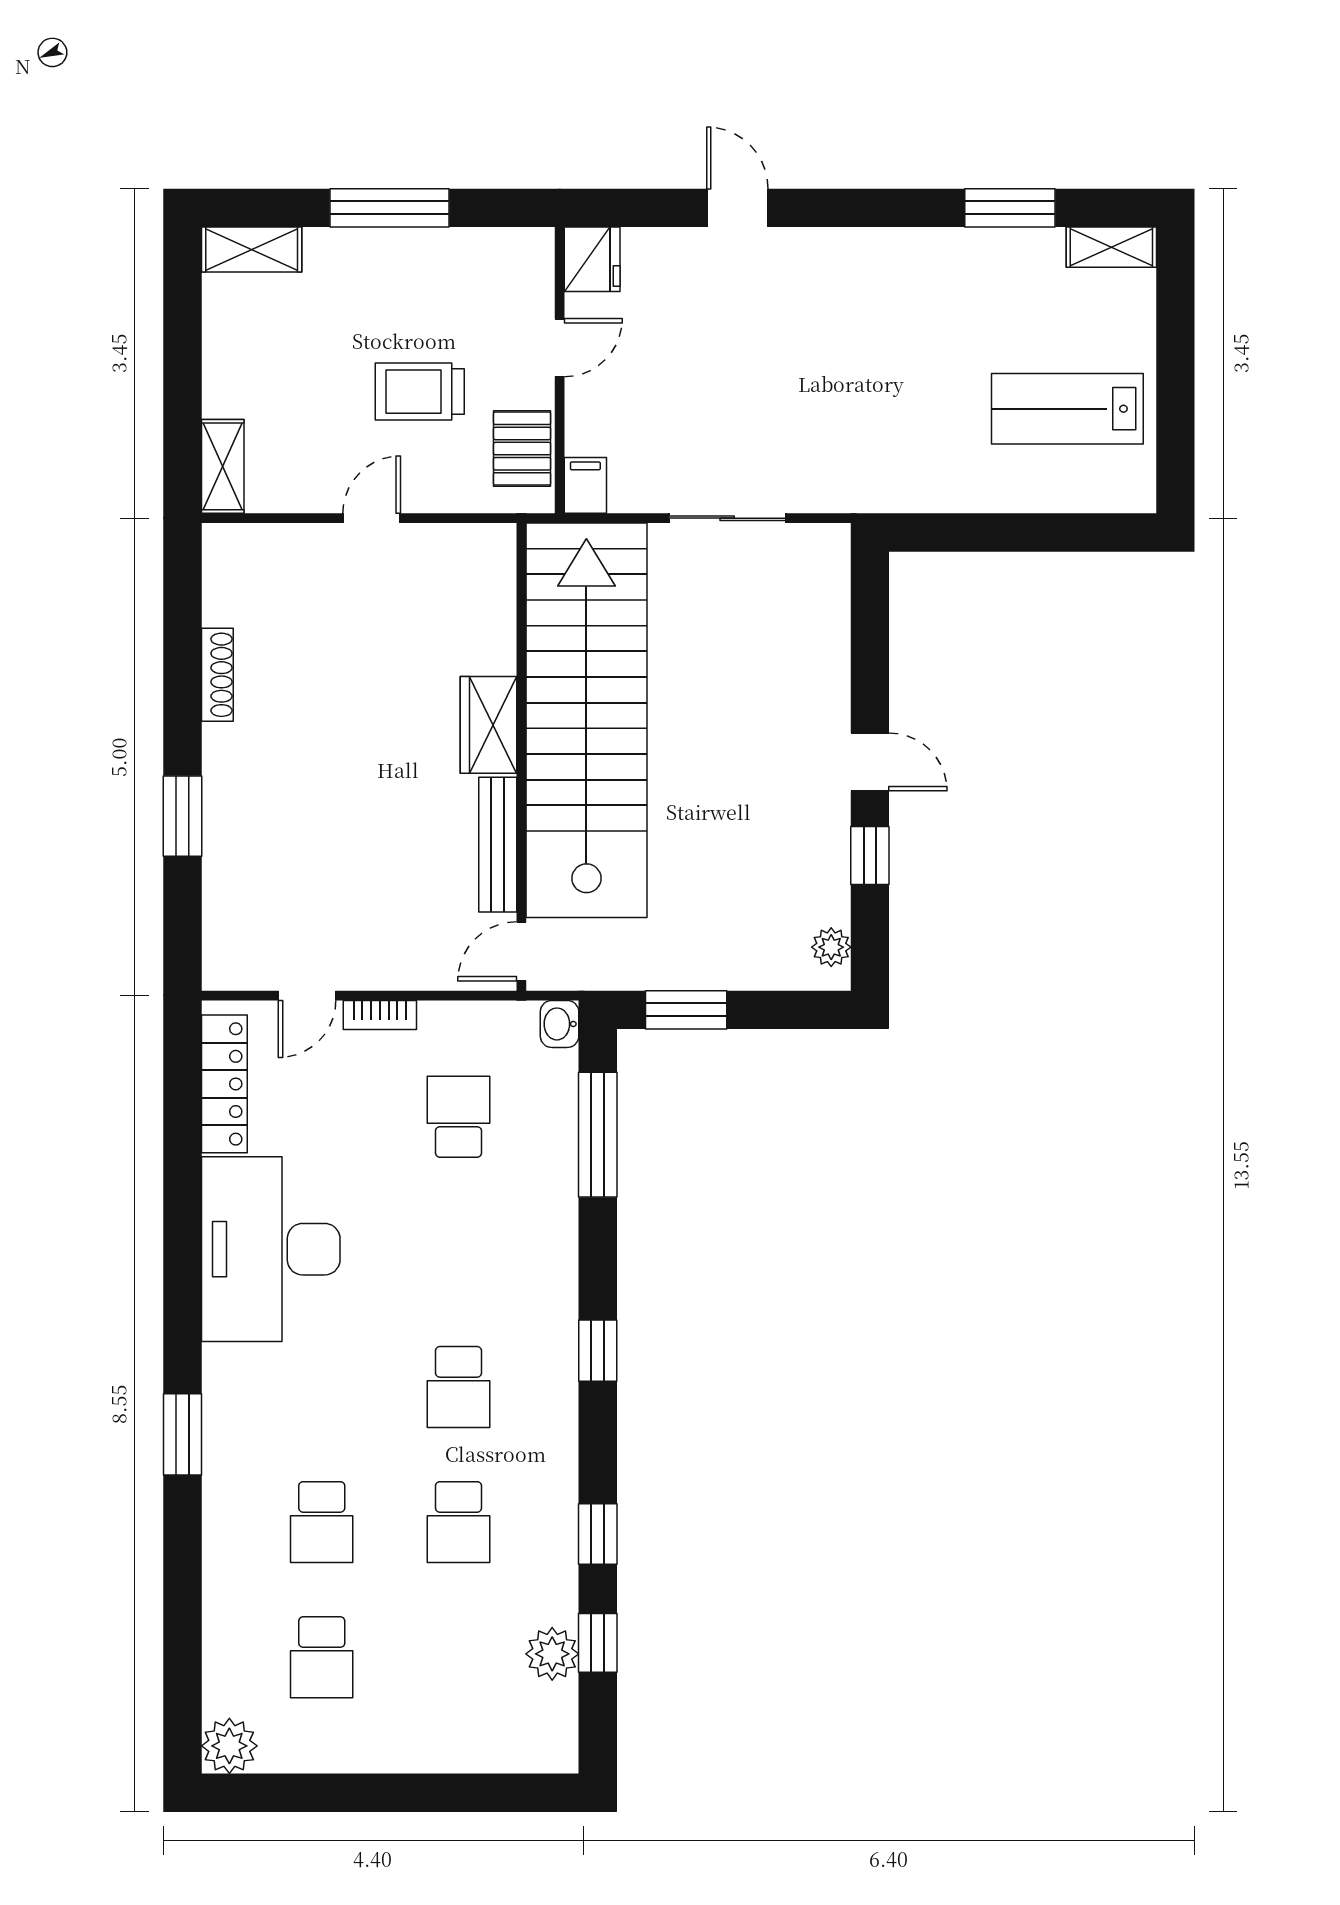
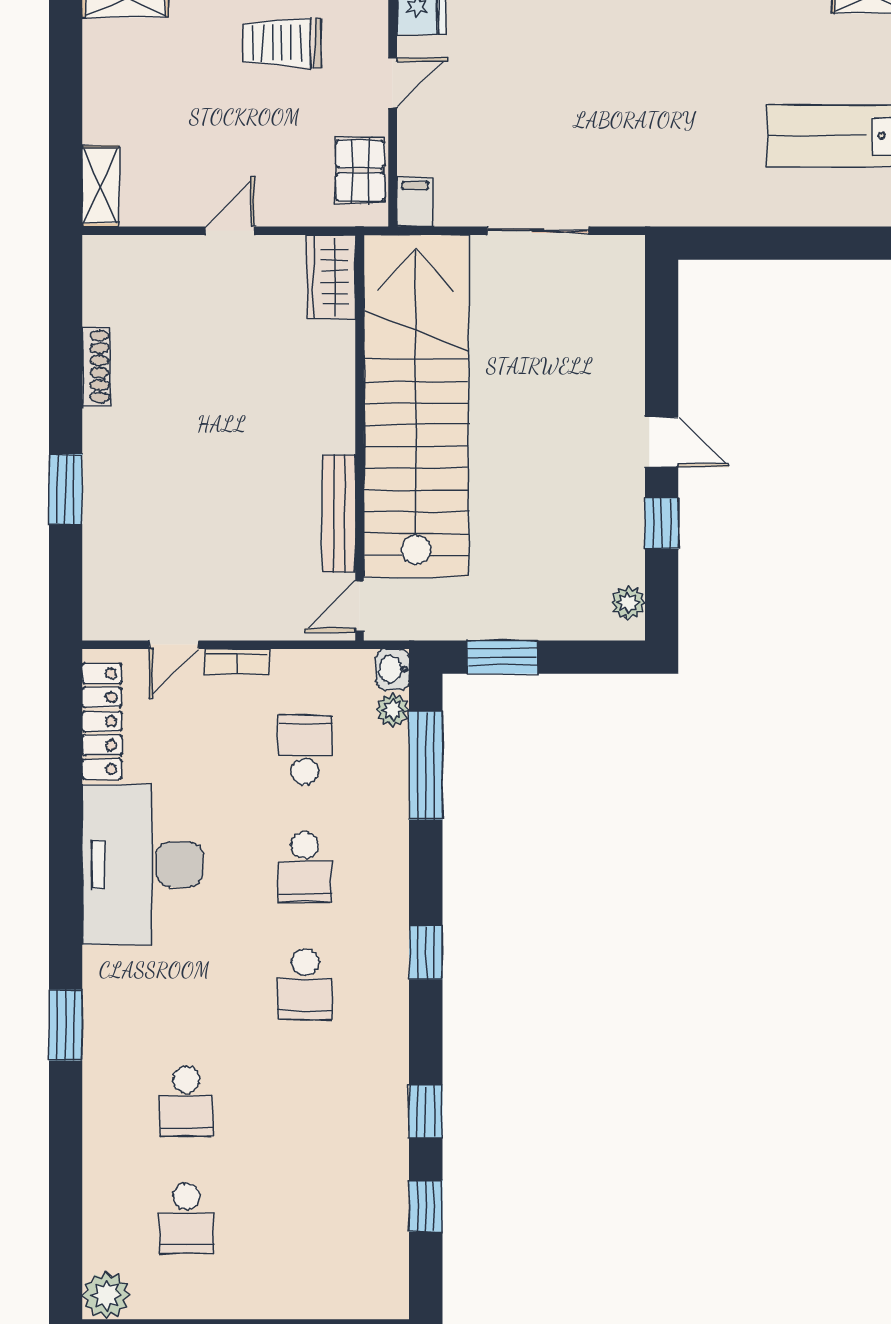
trolley: (420, 392) -> (283, 43), moved
wardrobe: (488, 725) -> (331, 277), moved
school desk: (458, 1522) -> (305, 867), moved
plant: (552, 1654) -> (393, 710), moved, width x0.73, depth x0.73

